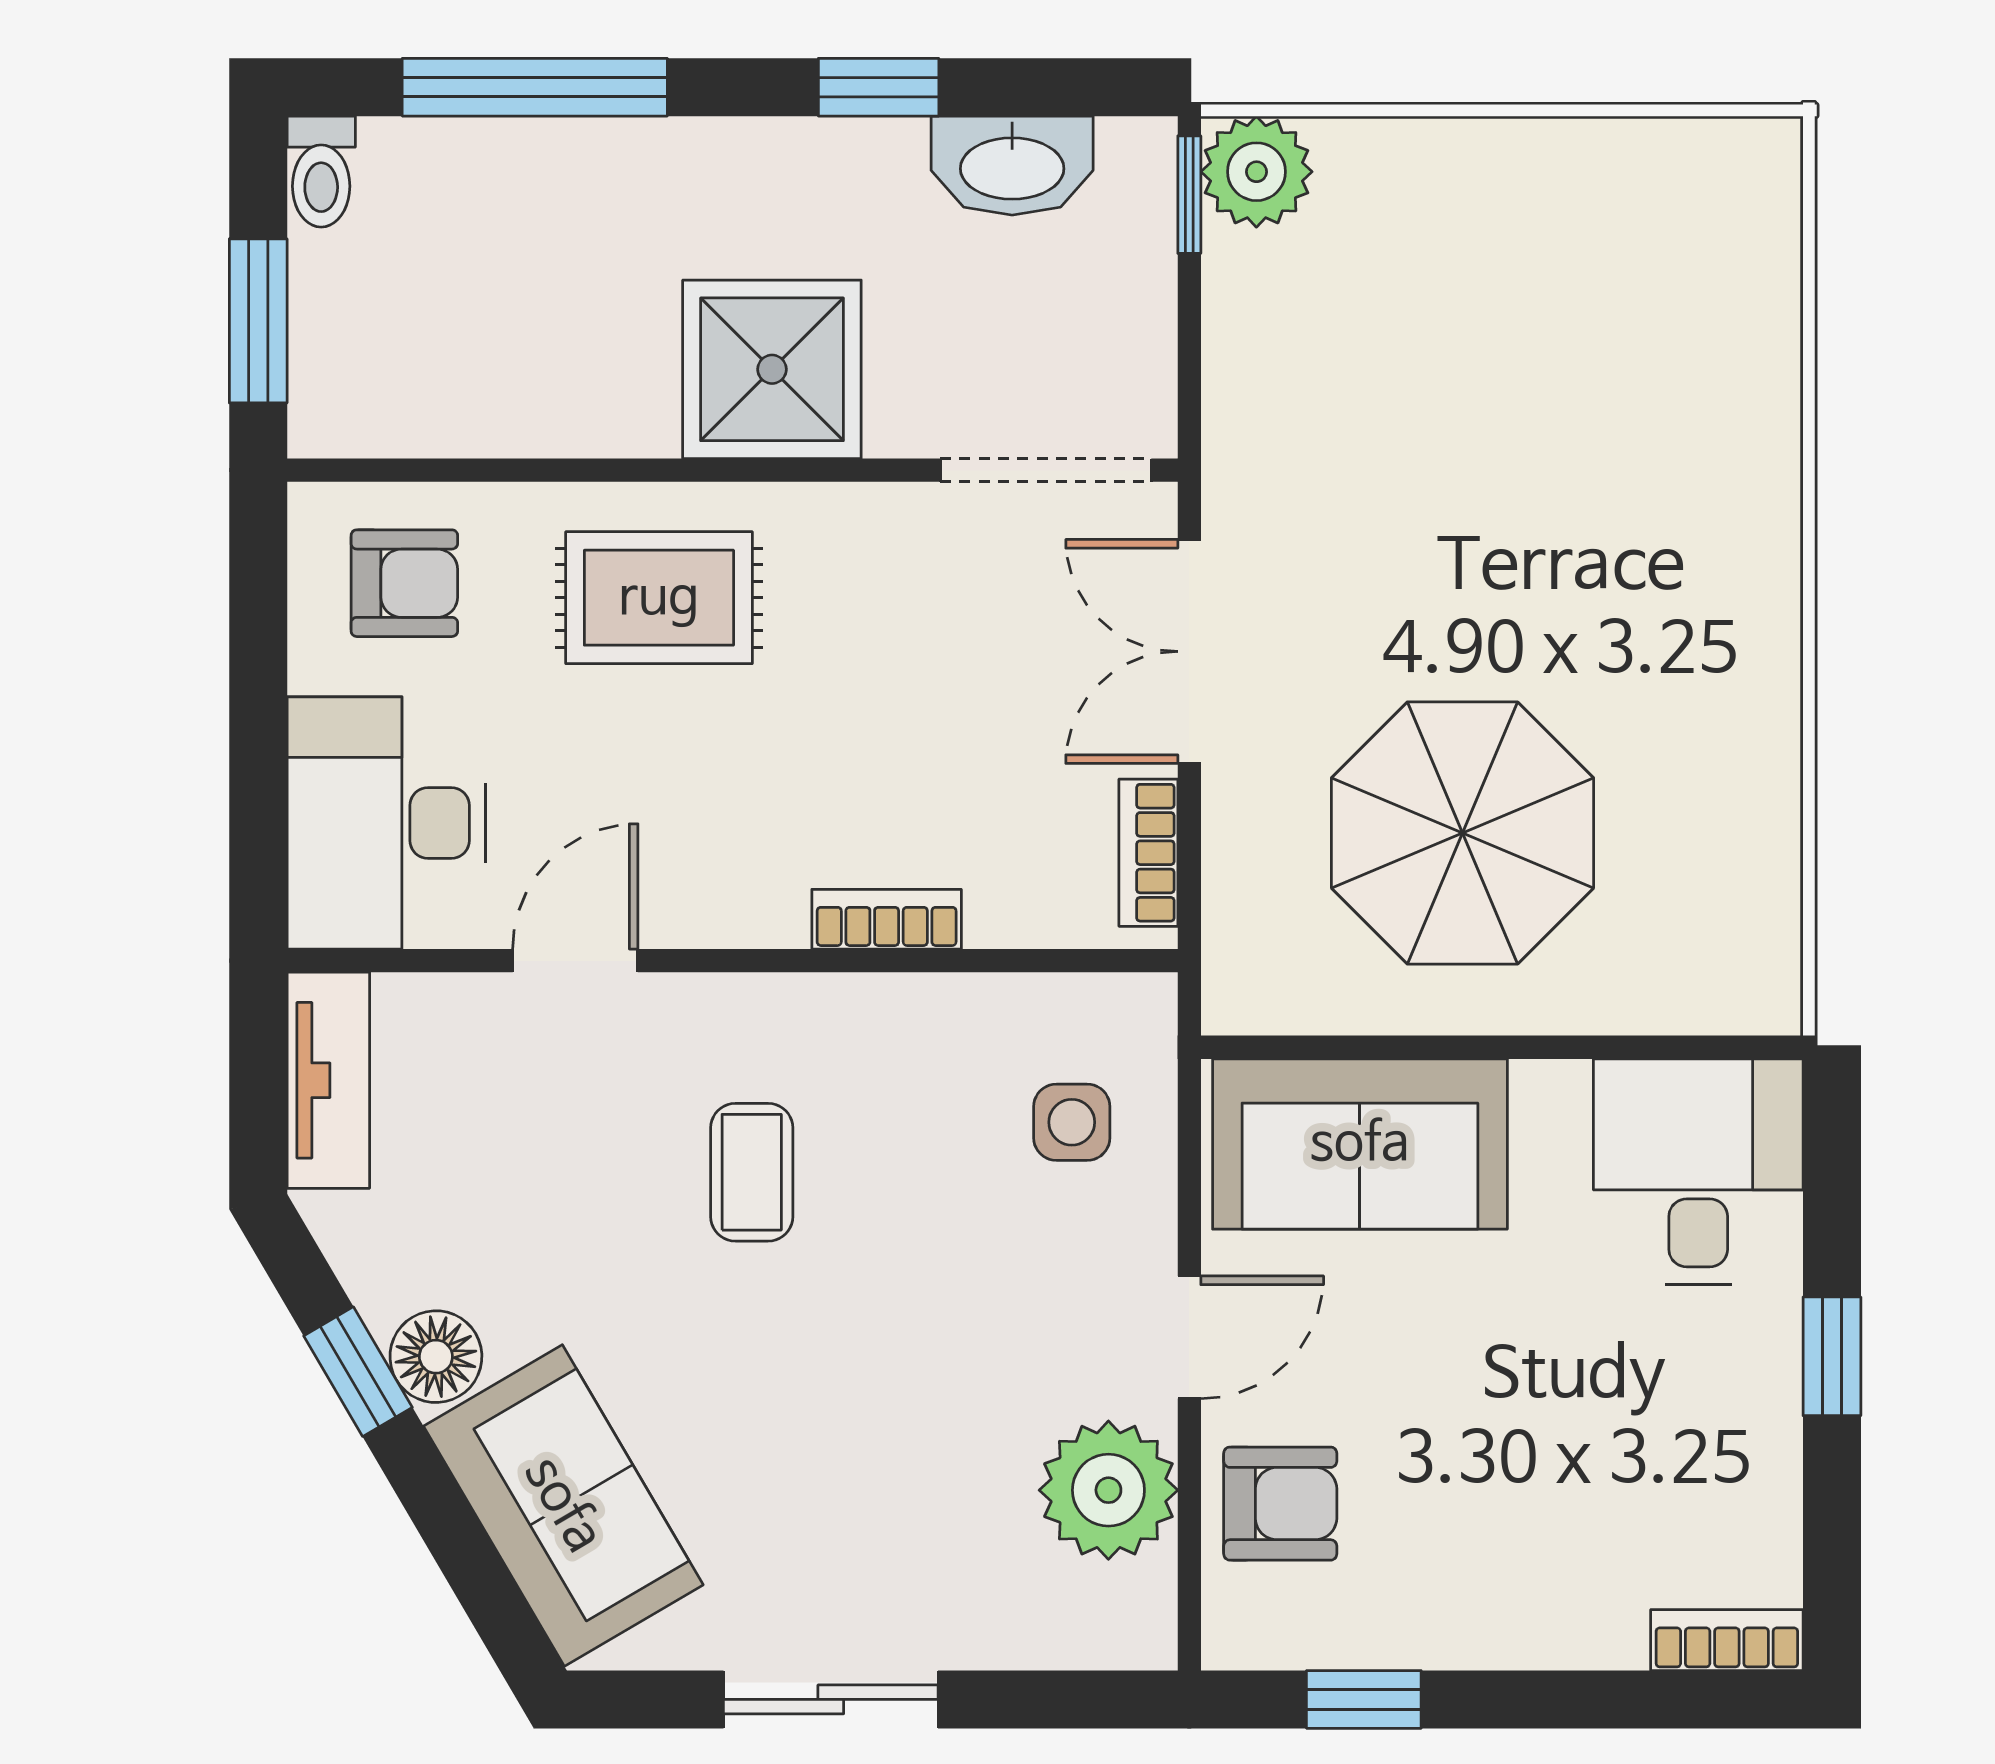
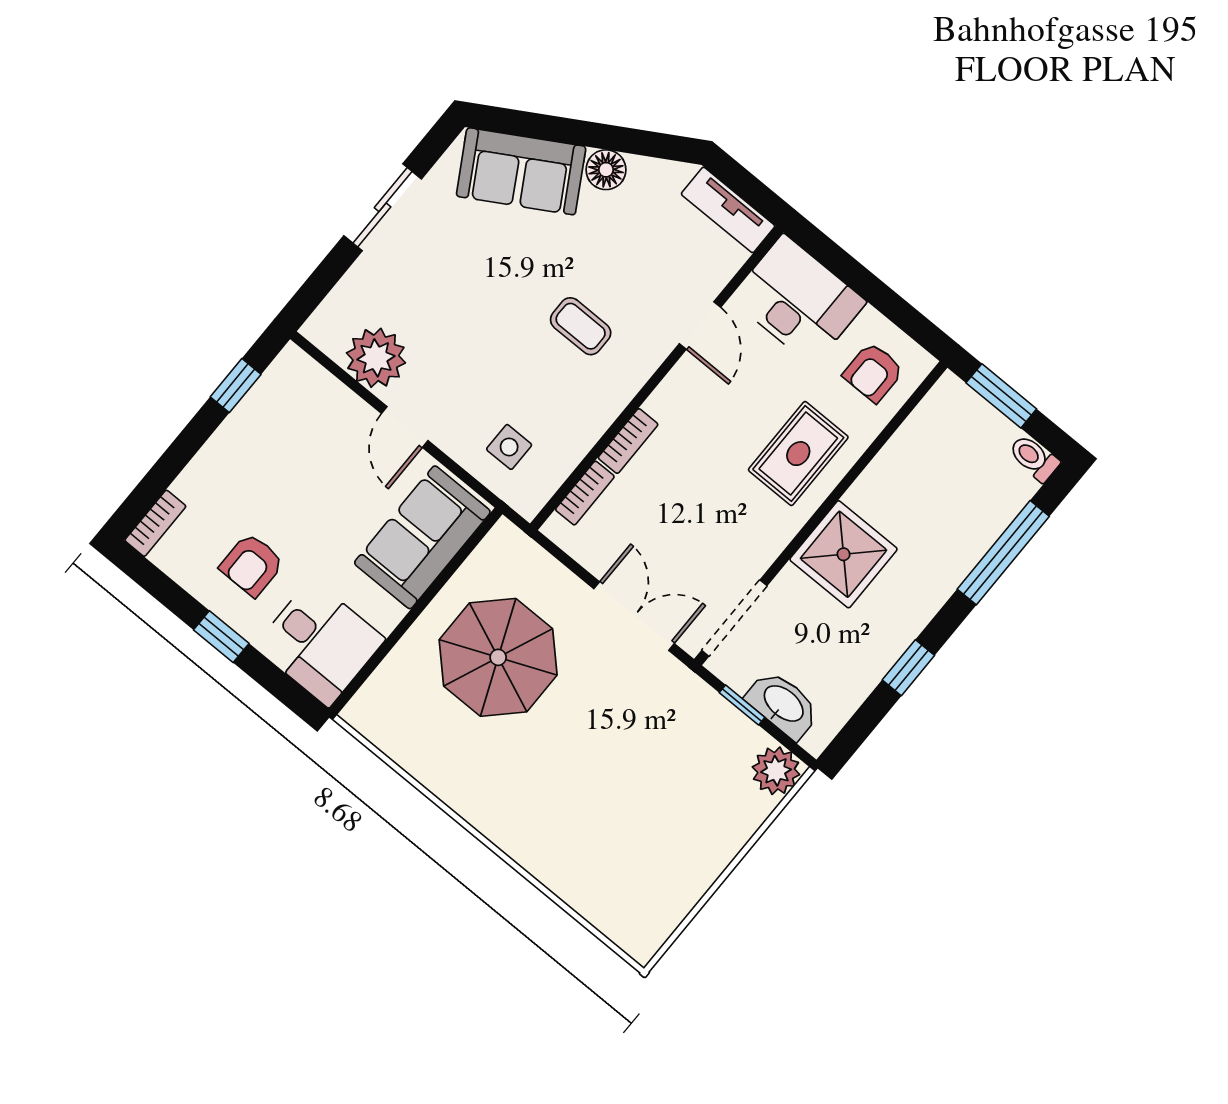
washbasin: (1012, 166) -> (783, 704), moved, turned 90
window: (1189, 195) -> (742, 705), moved
bookcase: (1148, 853) -> (585, 493), moved, turned 90
window: (358, 1372) -> (622, 140), removed
armchair: (1280, 1504) -> (252, 565), moved

